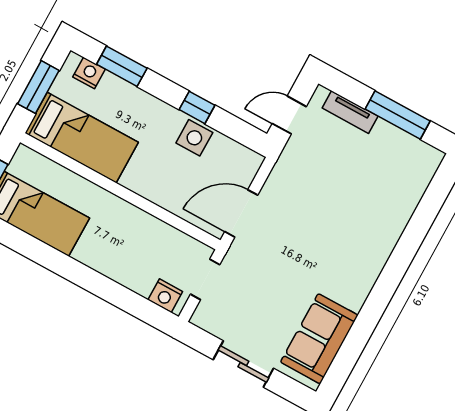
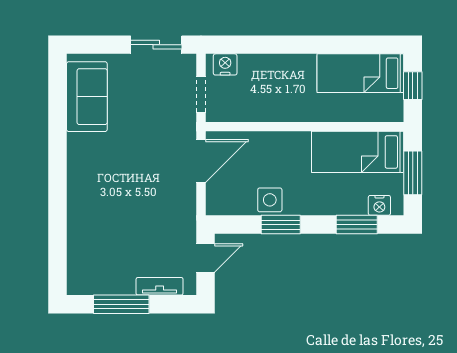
window: (197, 107) -> (281, 225), width x1.50
sliding door: (243, 364) -> (156, 45), moved

